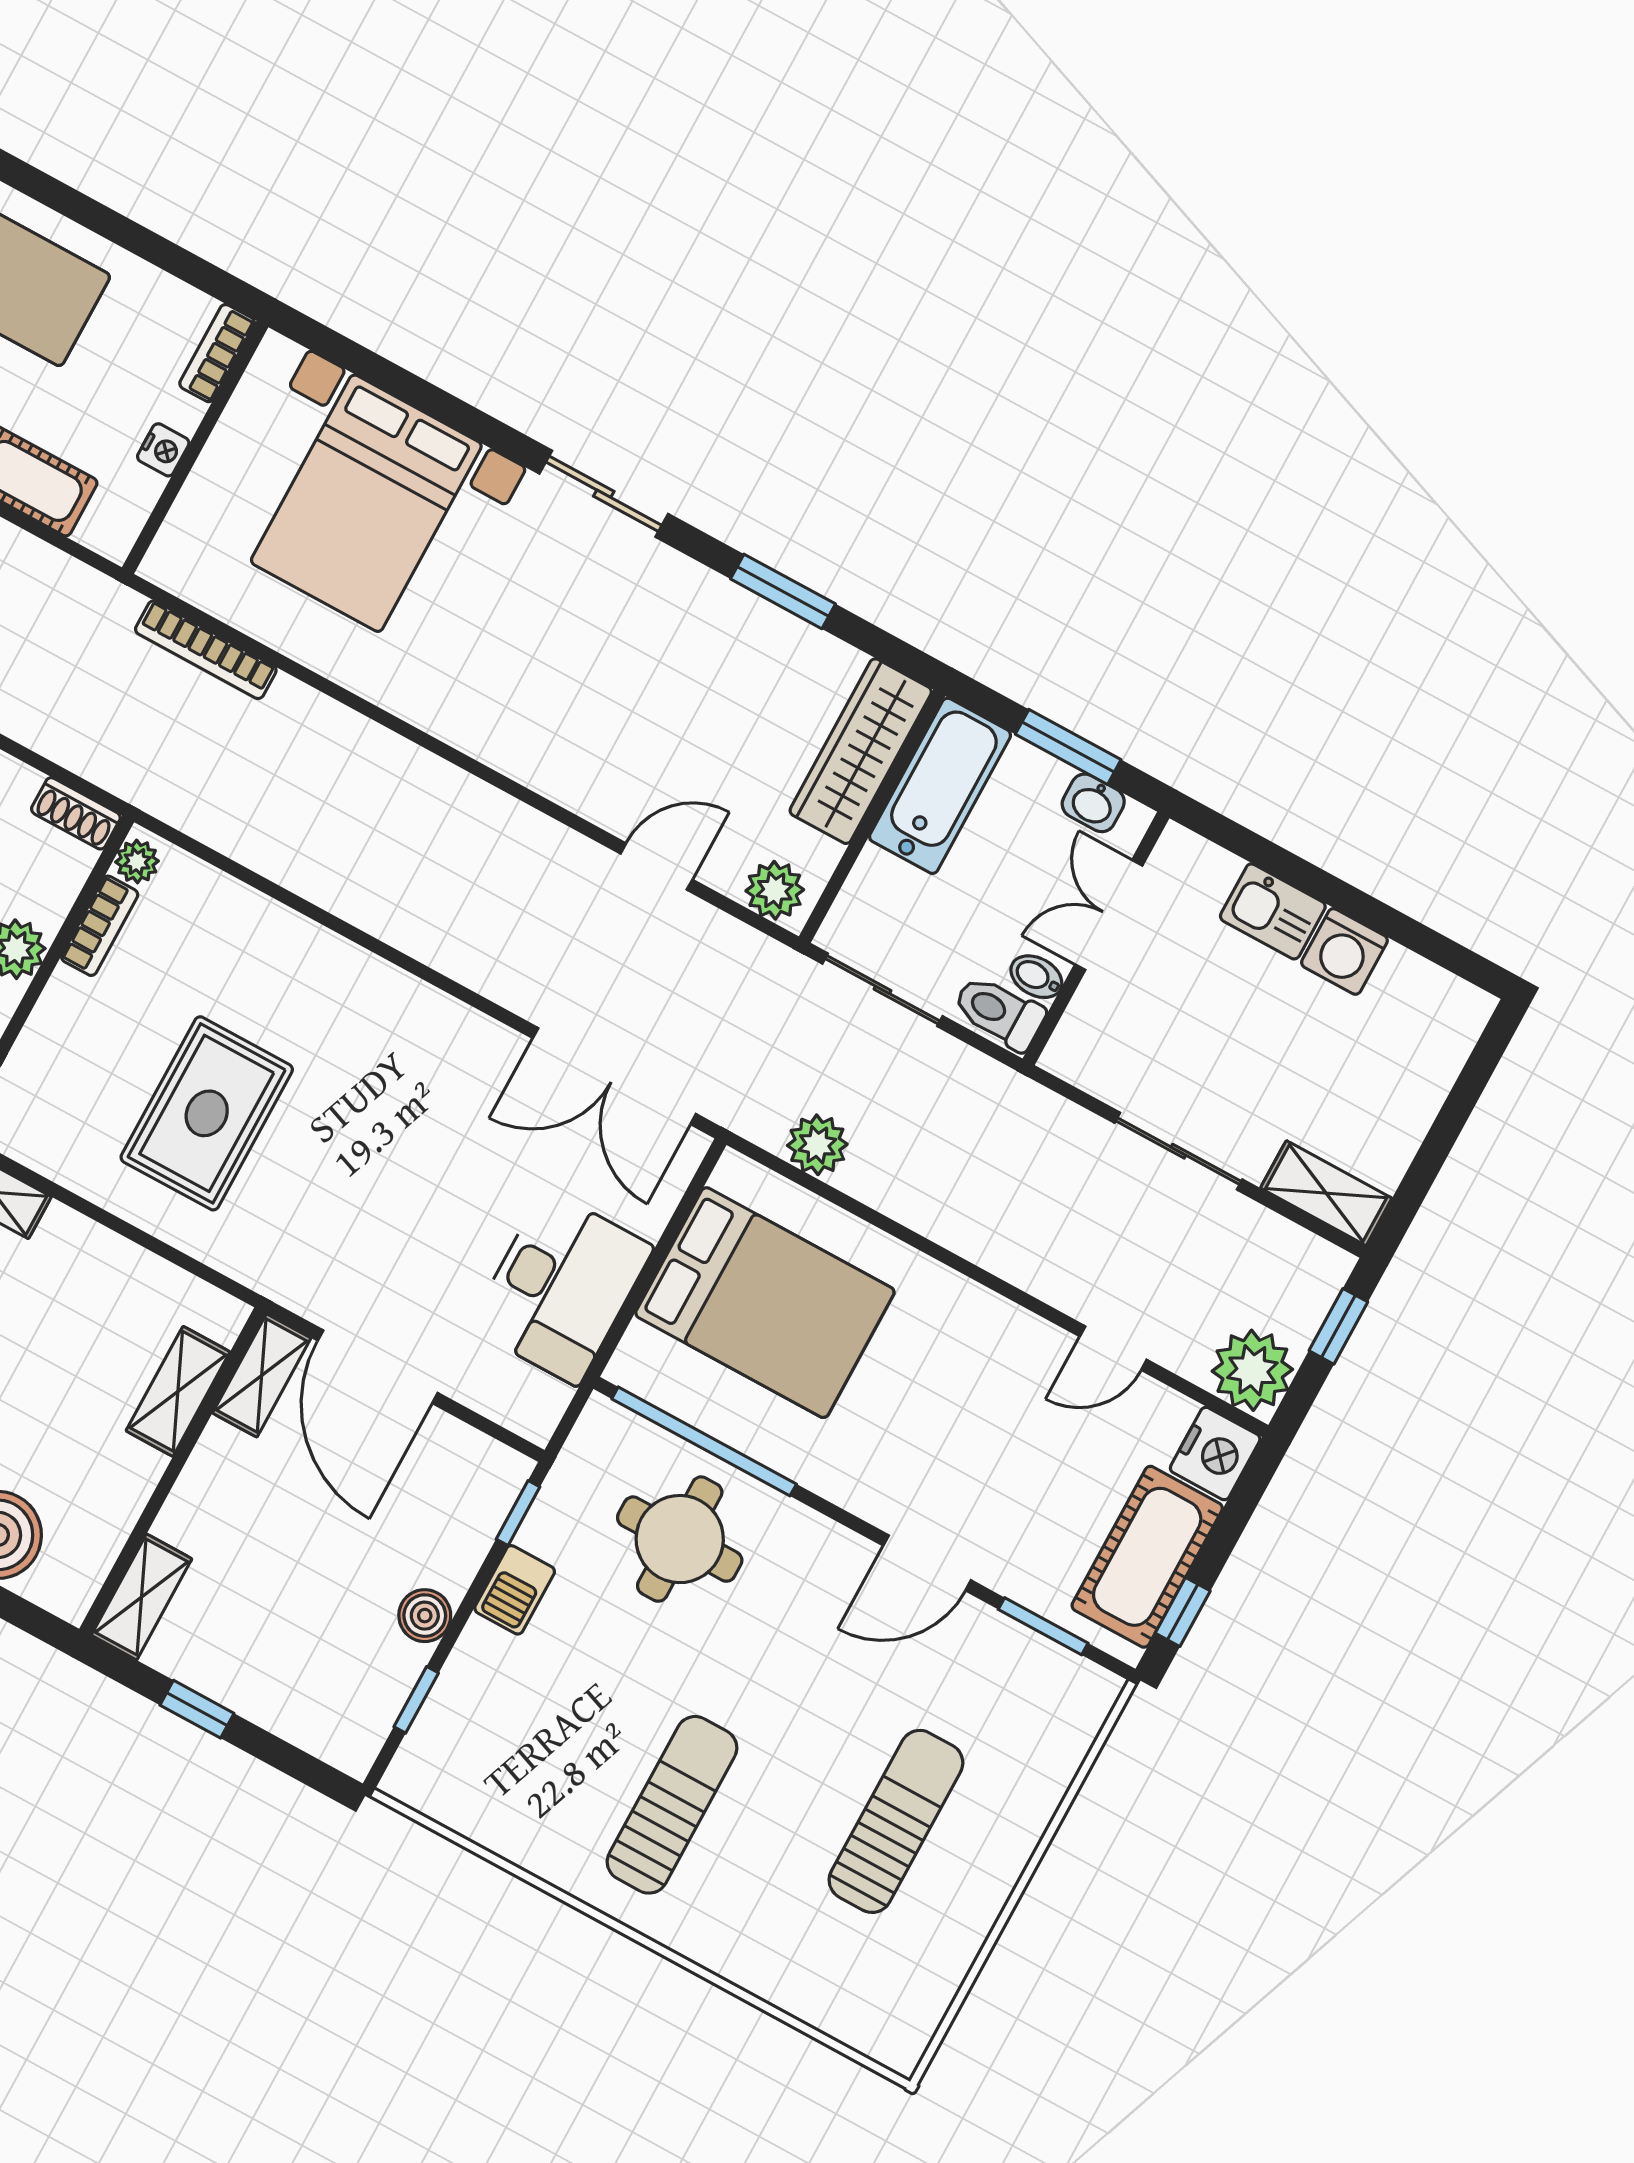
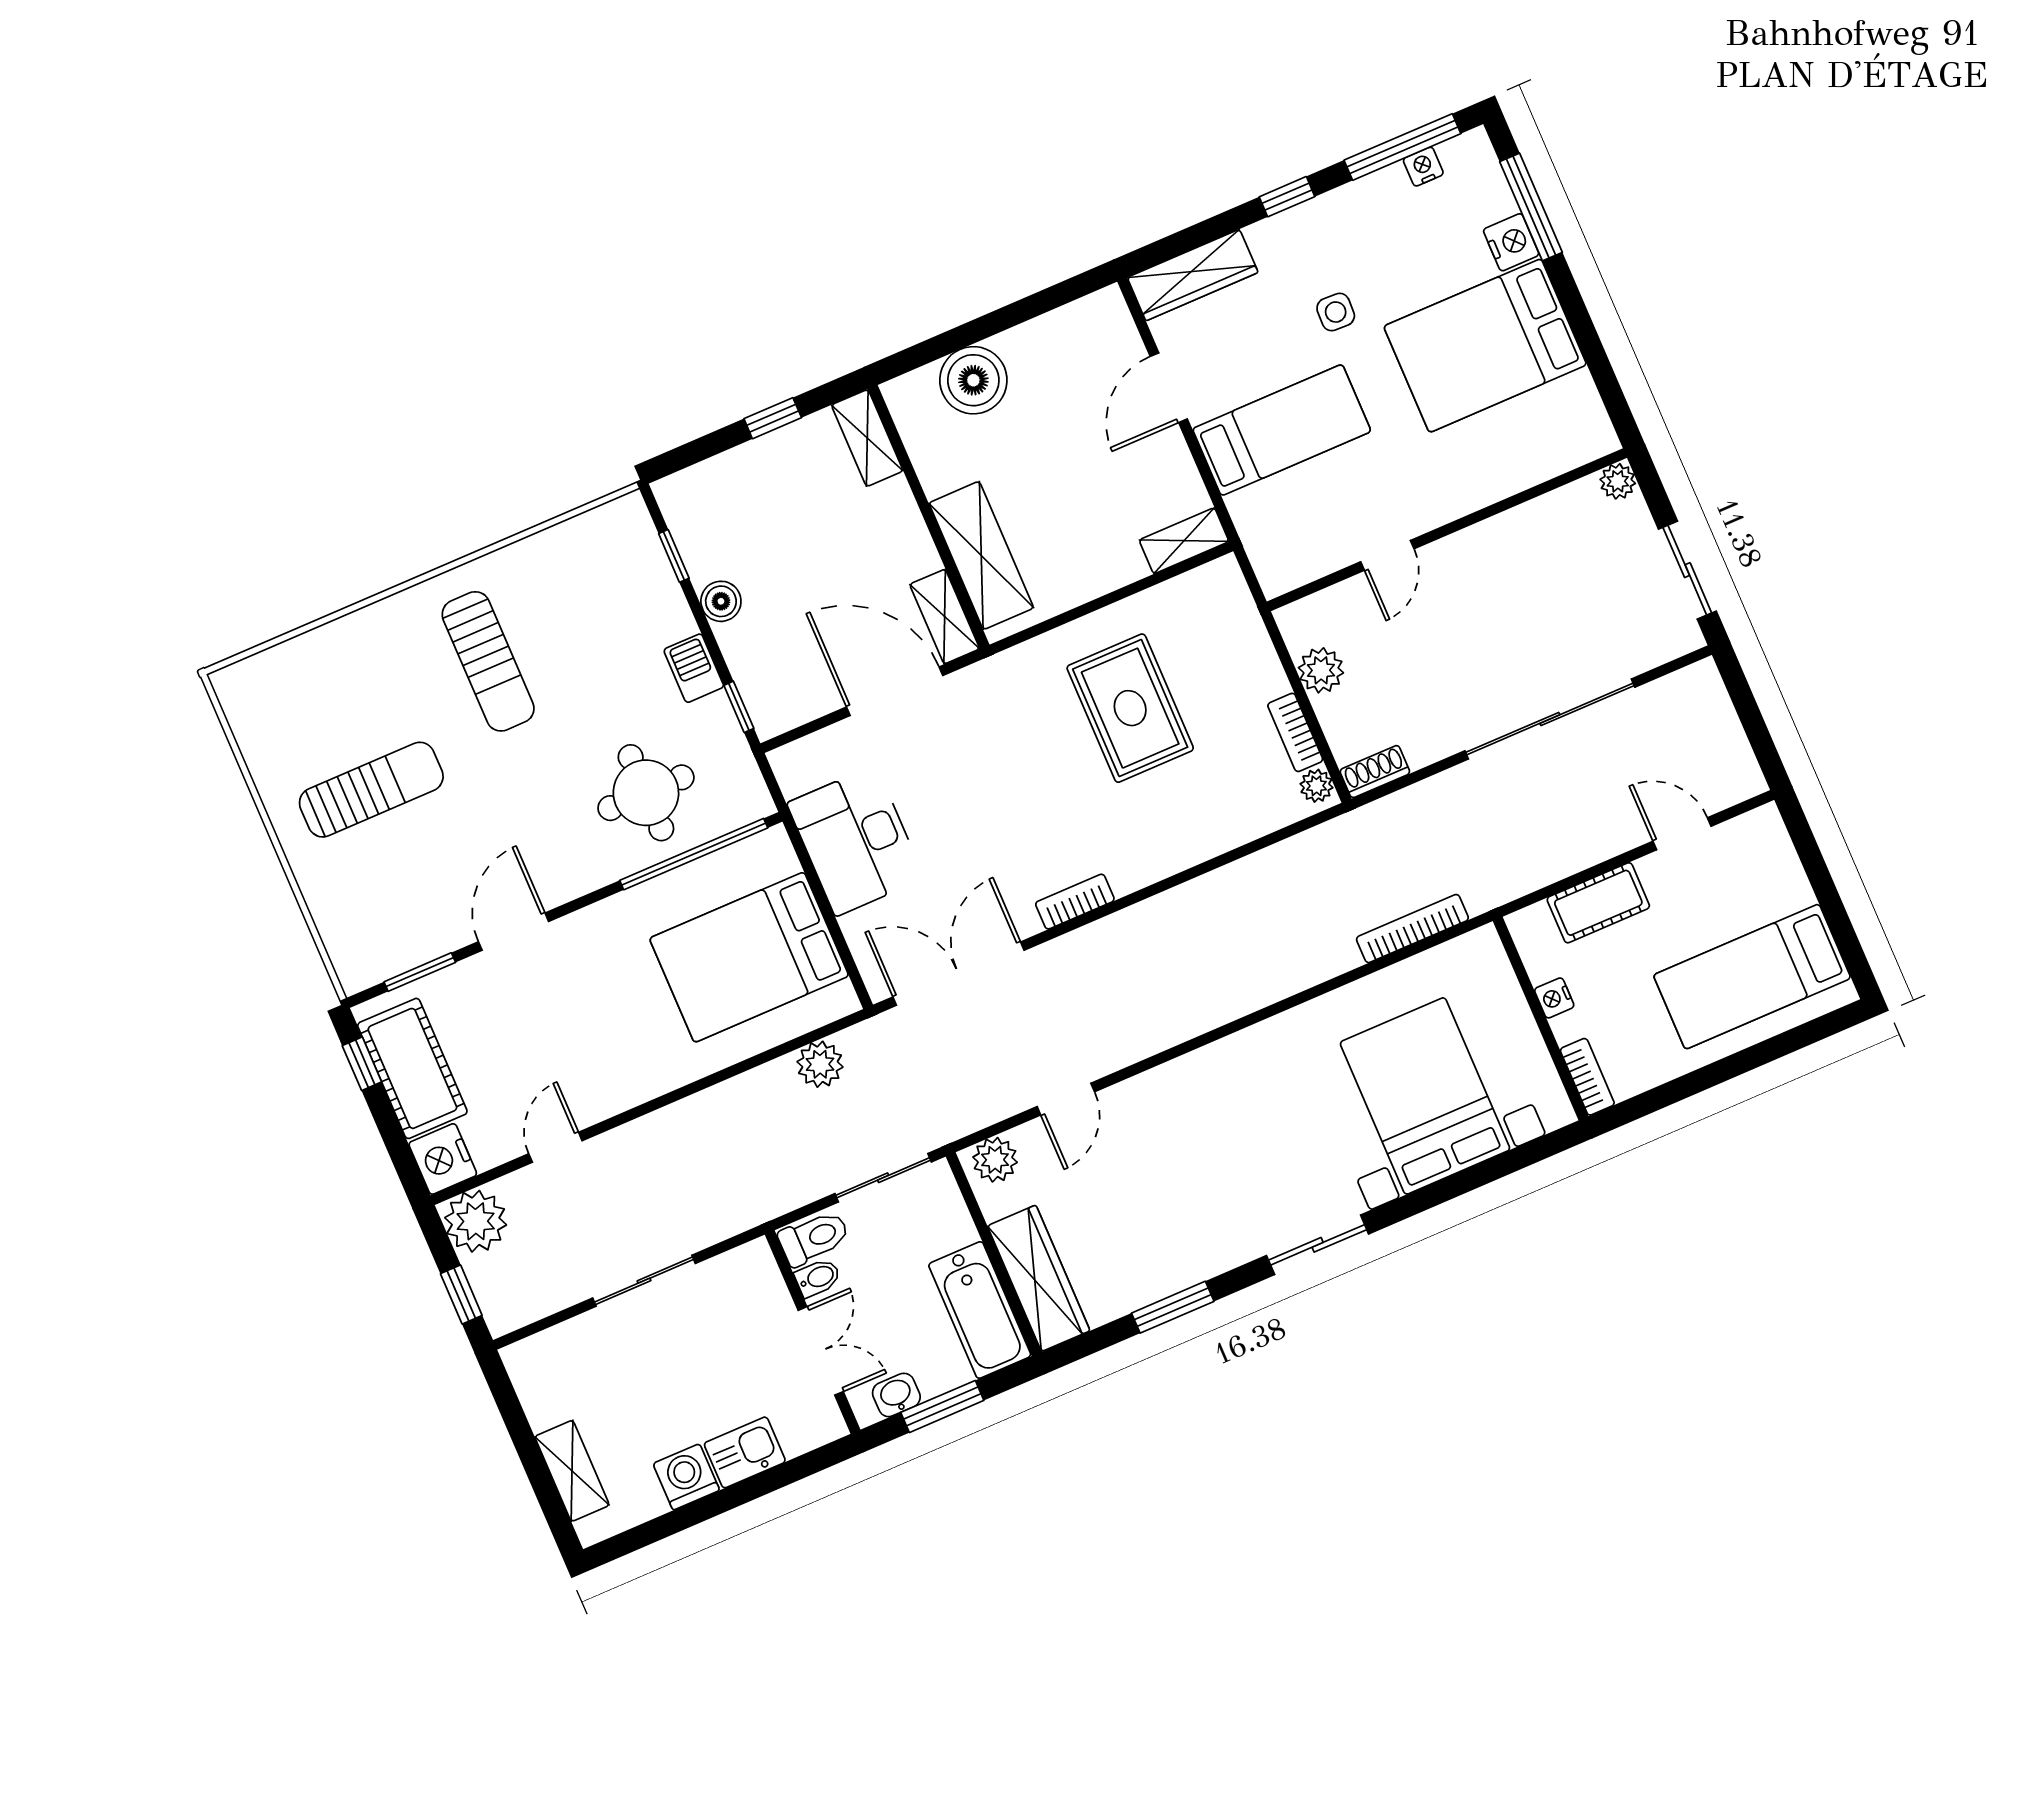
bookcase: (448, 1015) -> (1075, 902), added
shelving: (1326, 1193) -> (572, 1471), moved, turned 90
shelving: (178, 1391) -> (981, 555), width x1.50, depth x1.33
sun lounger: (896, 1821) -> (371, 790), turned -90

